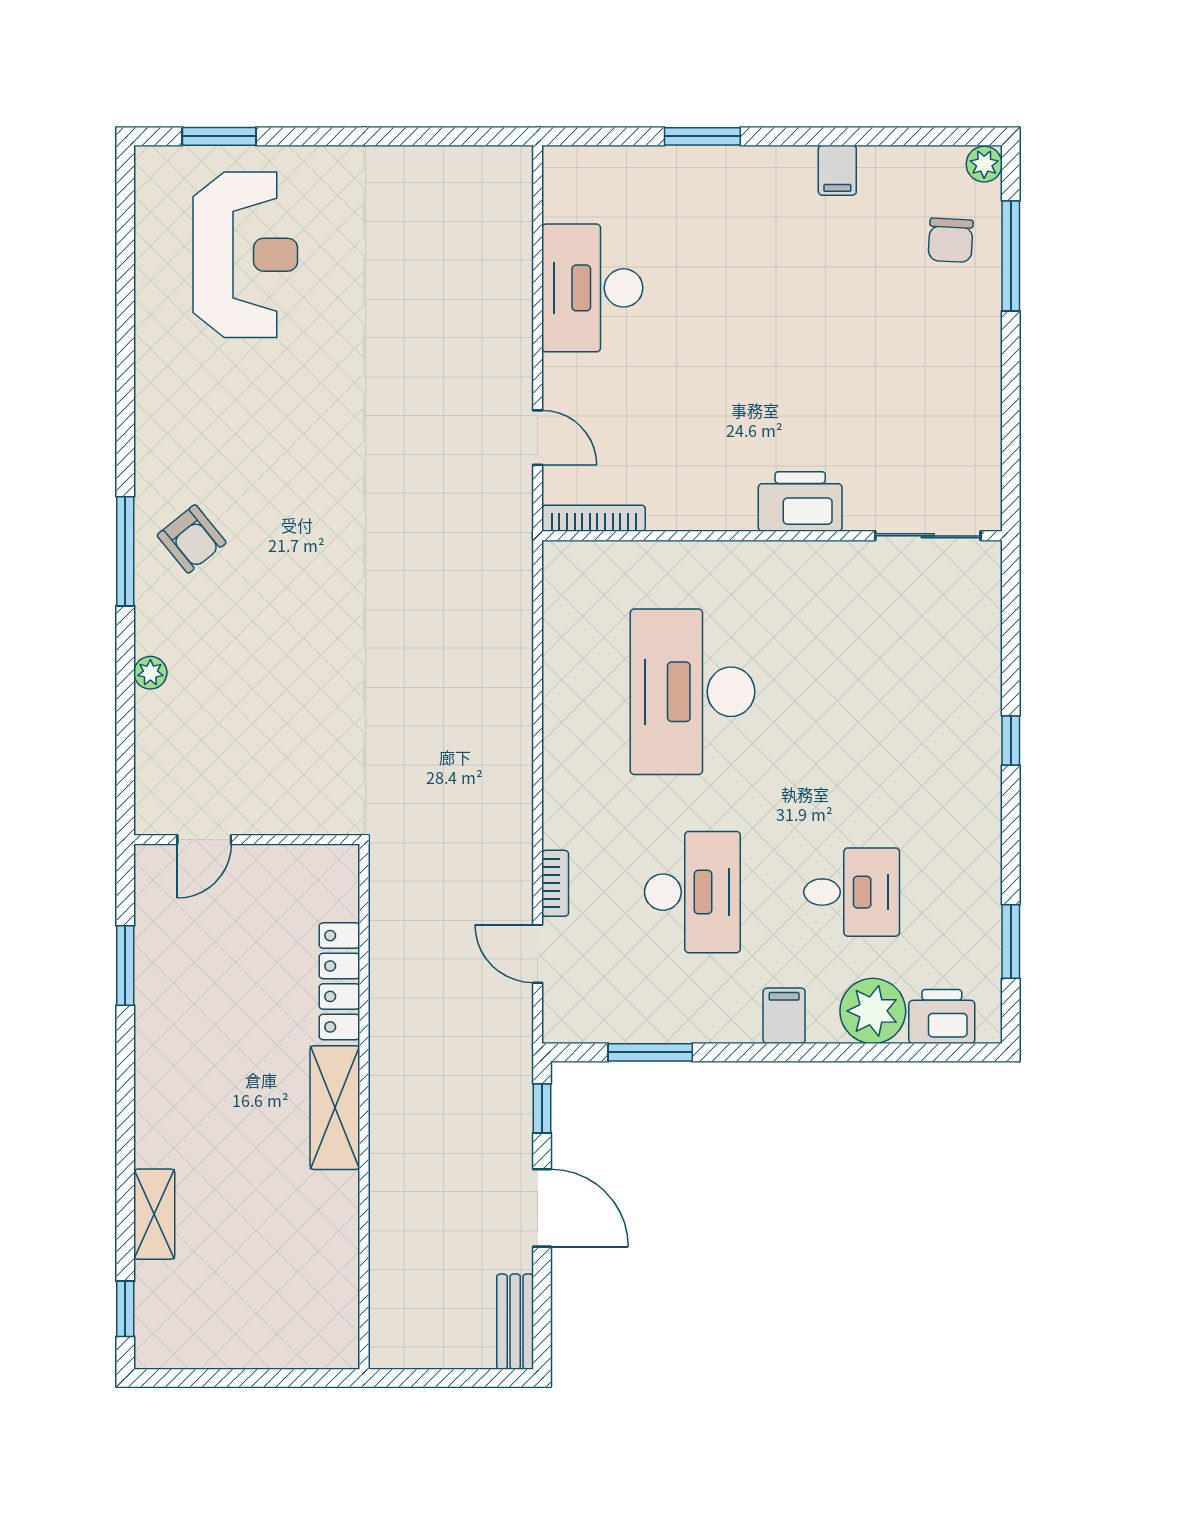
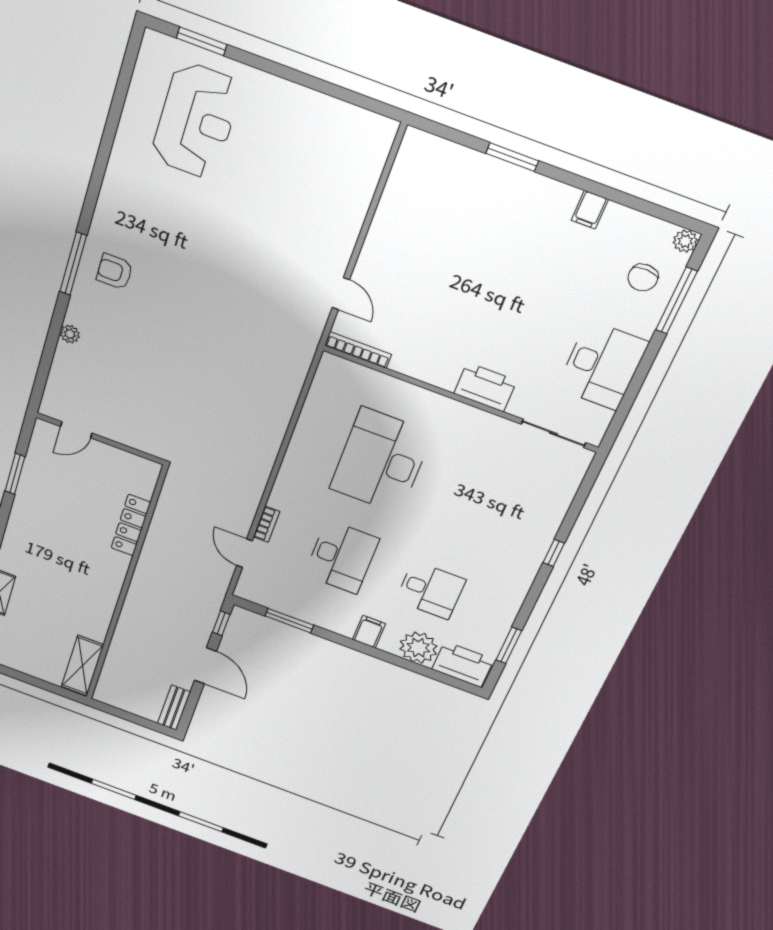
desk: (592, 288) -> (602, 365), moved, turned 180
armchair: (192, 539) -> (115, 272), turned 129
printer: (942, 1017) -> (463, 664), width x1.37, depth x1.19
shelving: (335, 1108) -> (82, 666), moved

